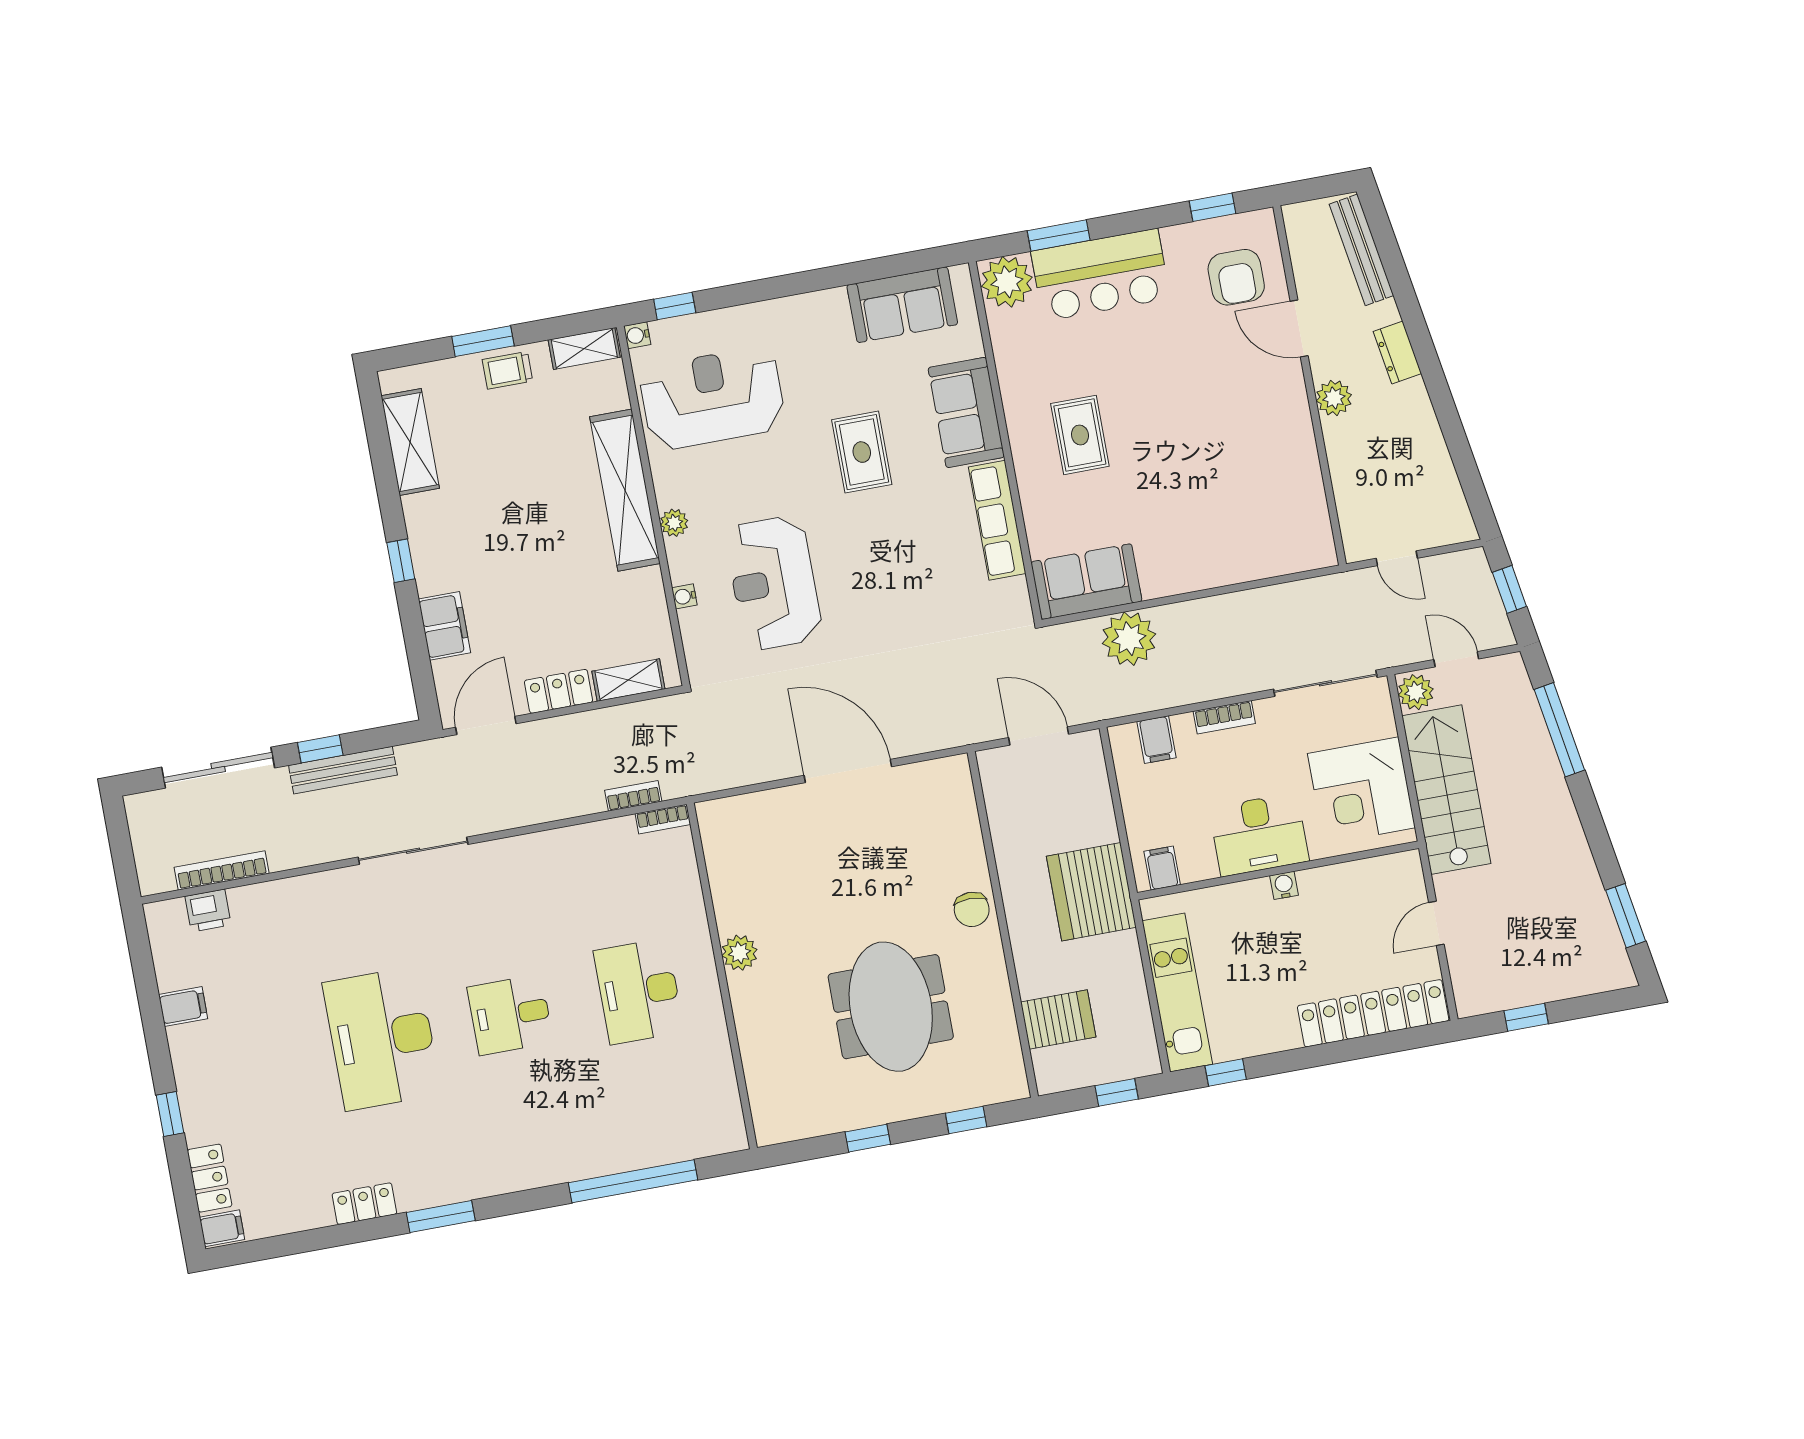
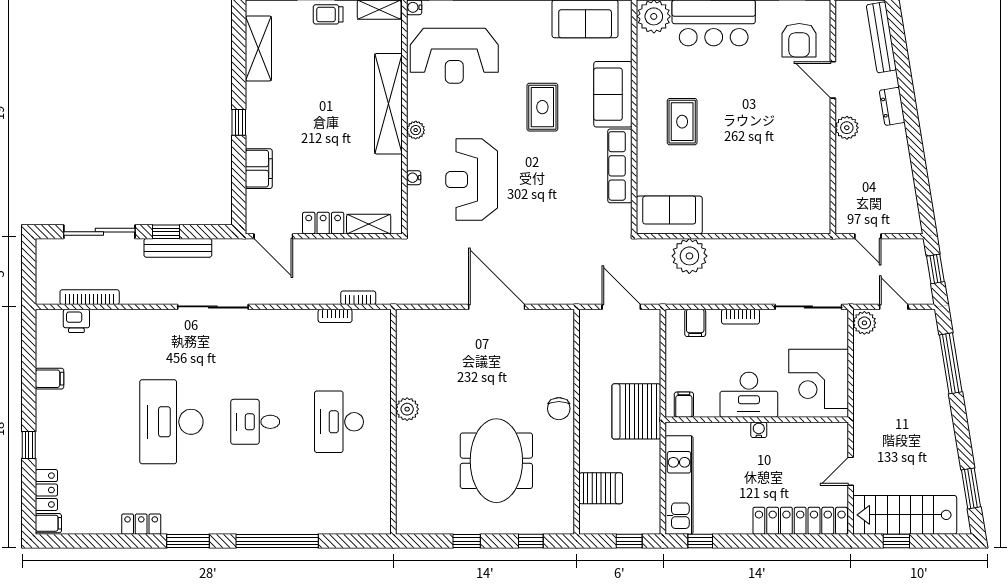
reception desk: (712, 398) -> (454, 56), turned 180
door: (486, 725) -> (273, 236), swing flipped
stairs: (1446, 790) -> (905, 515), moved, turned -90
bookcase: (663, 819) -> (335, 316), moved
window: (633, 1181) -> (277, 541), moved

